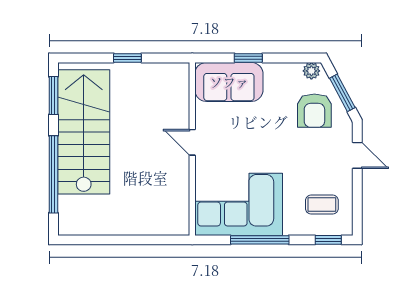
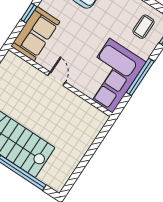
door: (192, 142) -> (57, 79), swing flipped

